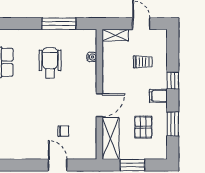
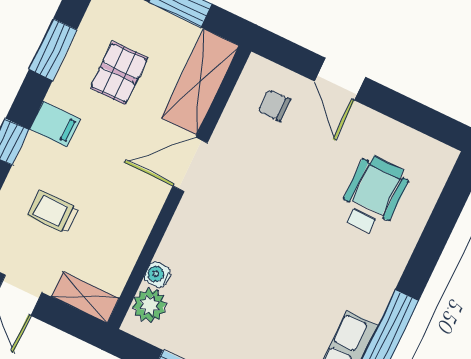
plant: (89, 44) -> (149, 305), added
wheelchair: (50, 63) -> (373, 195), moved, turned 180
chair: (63, 131) -> (274, 105), moved

